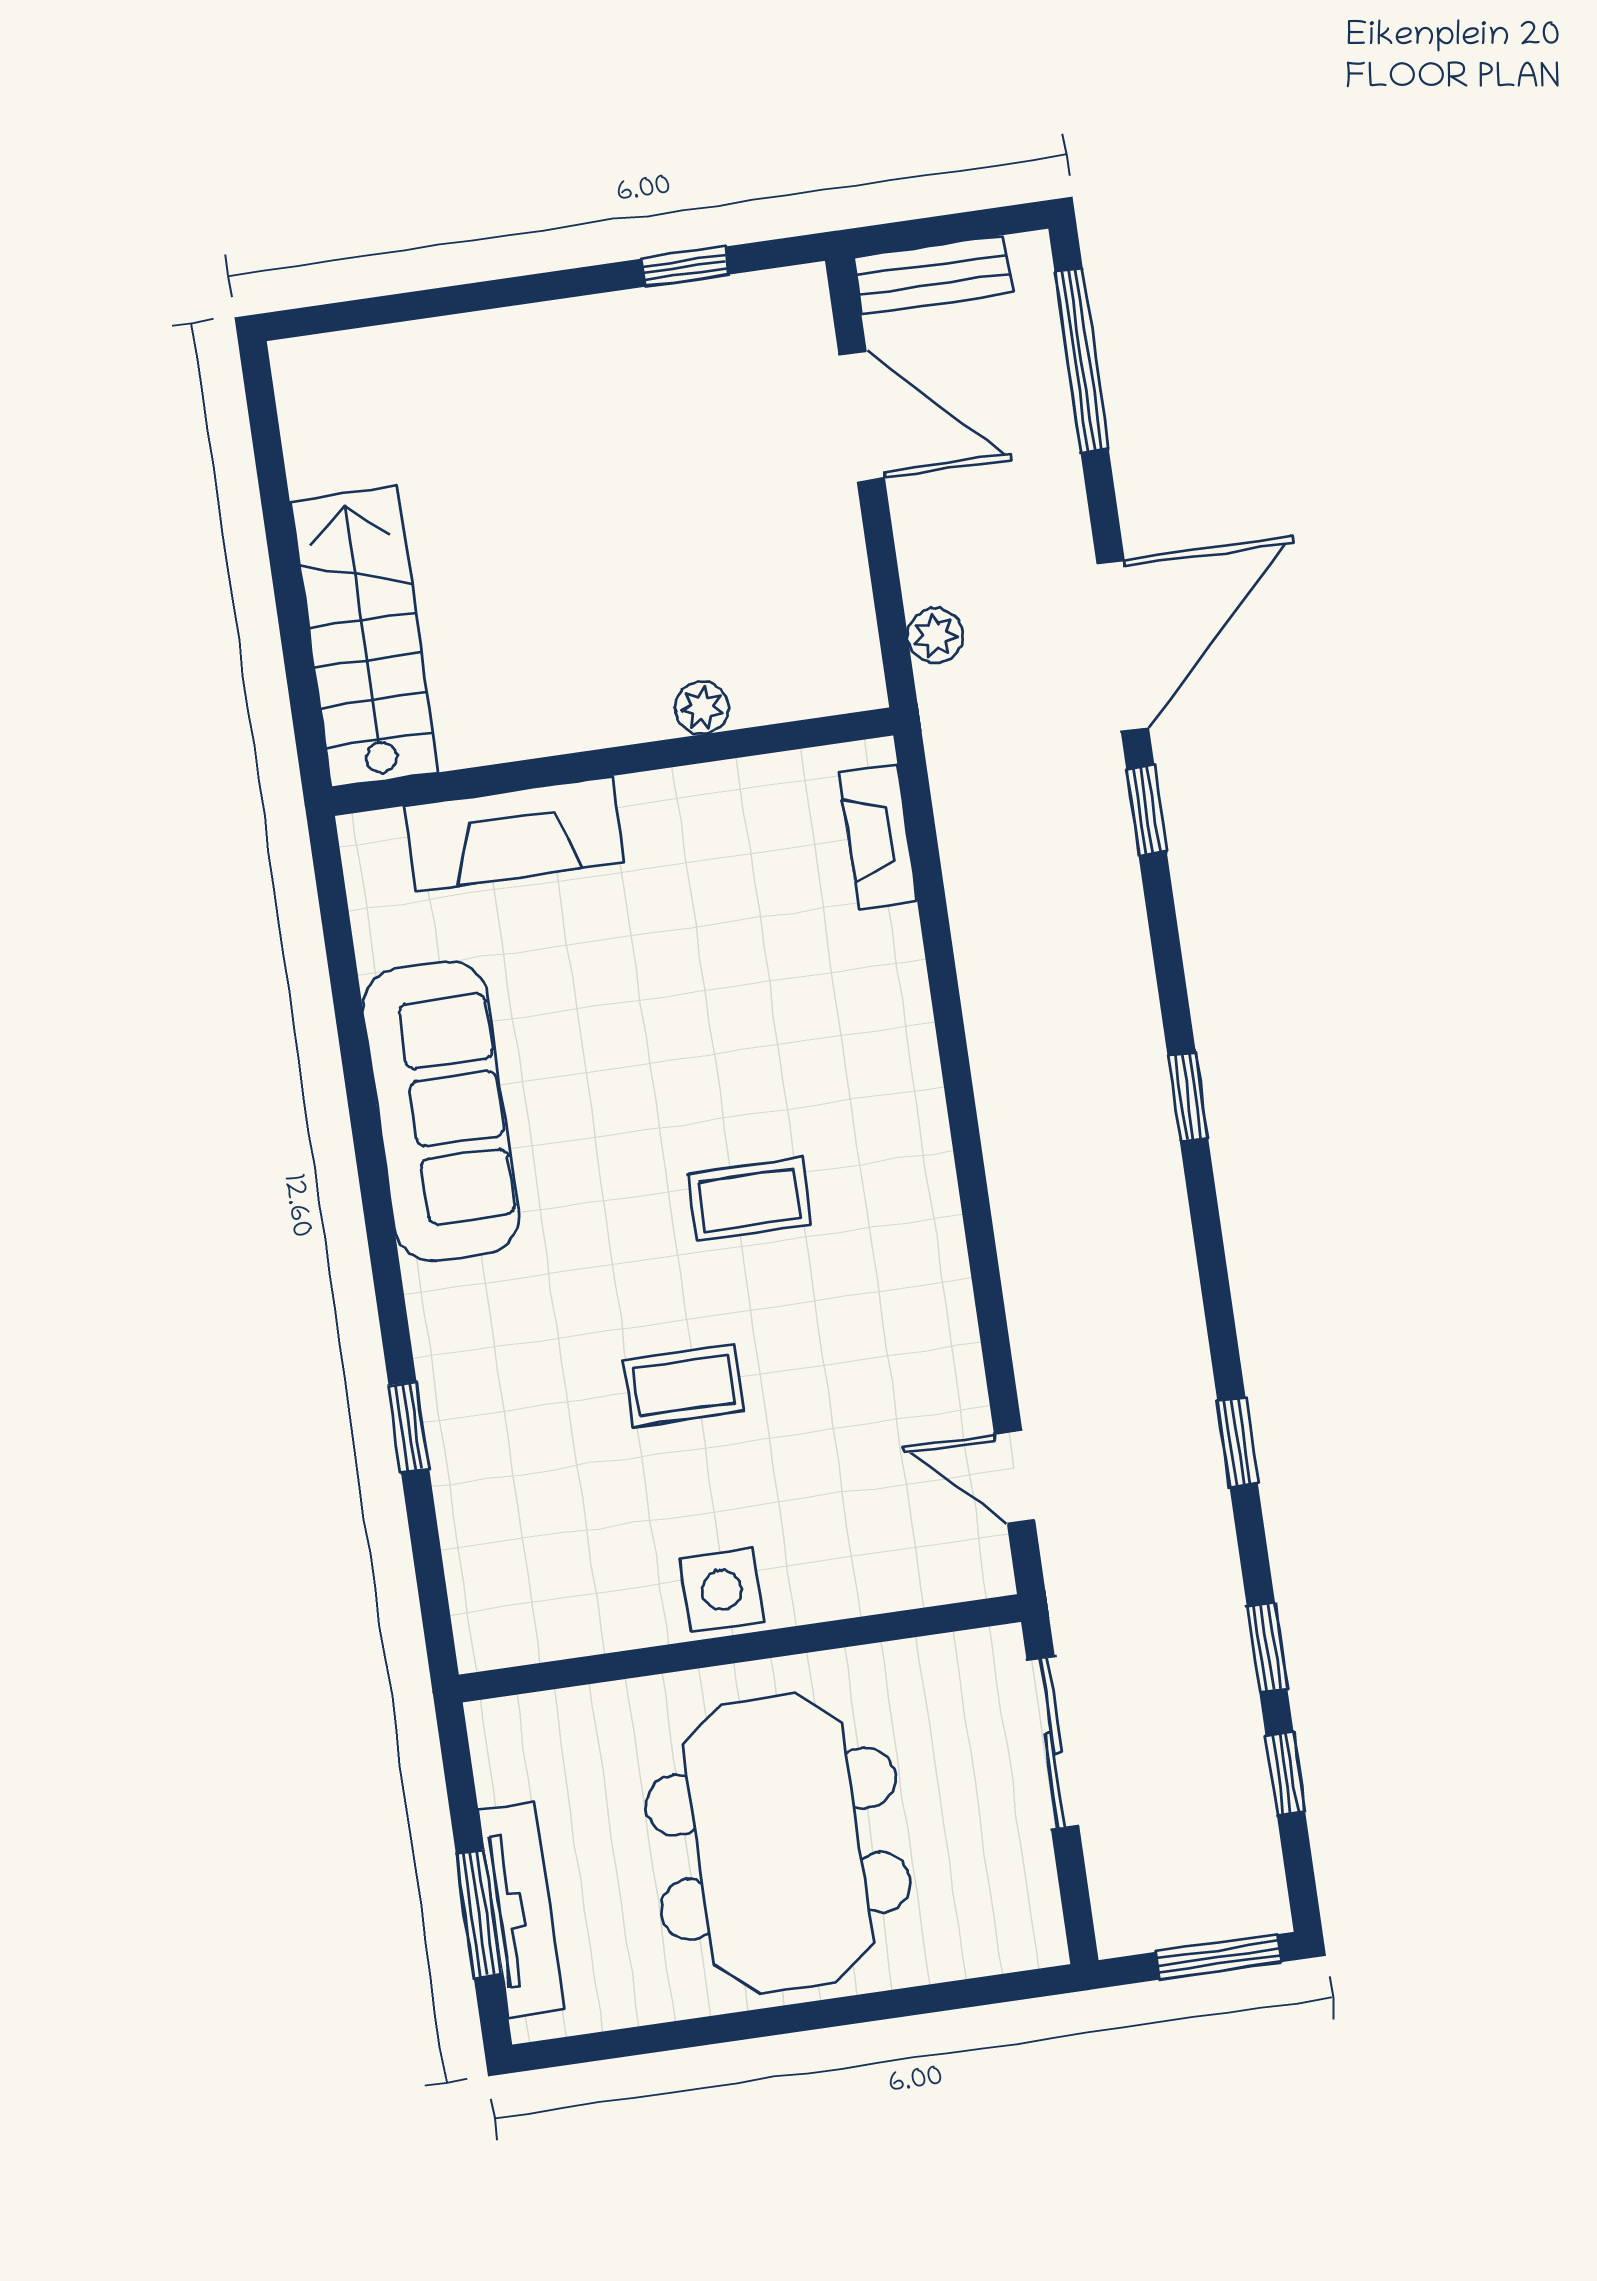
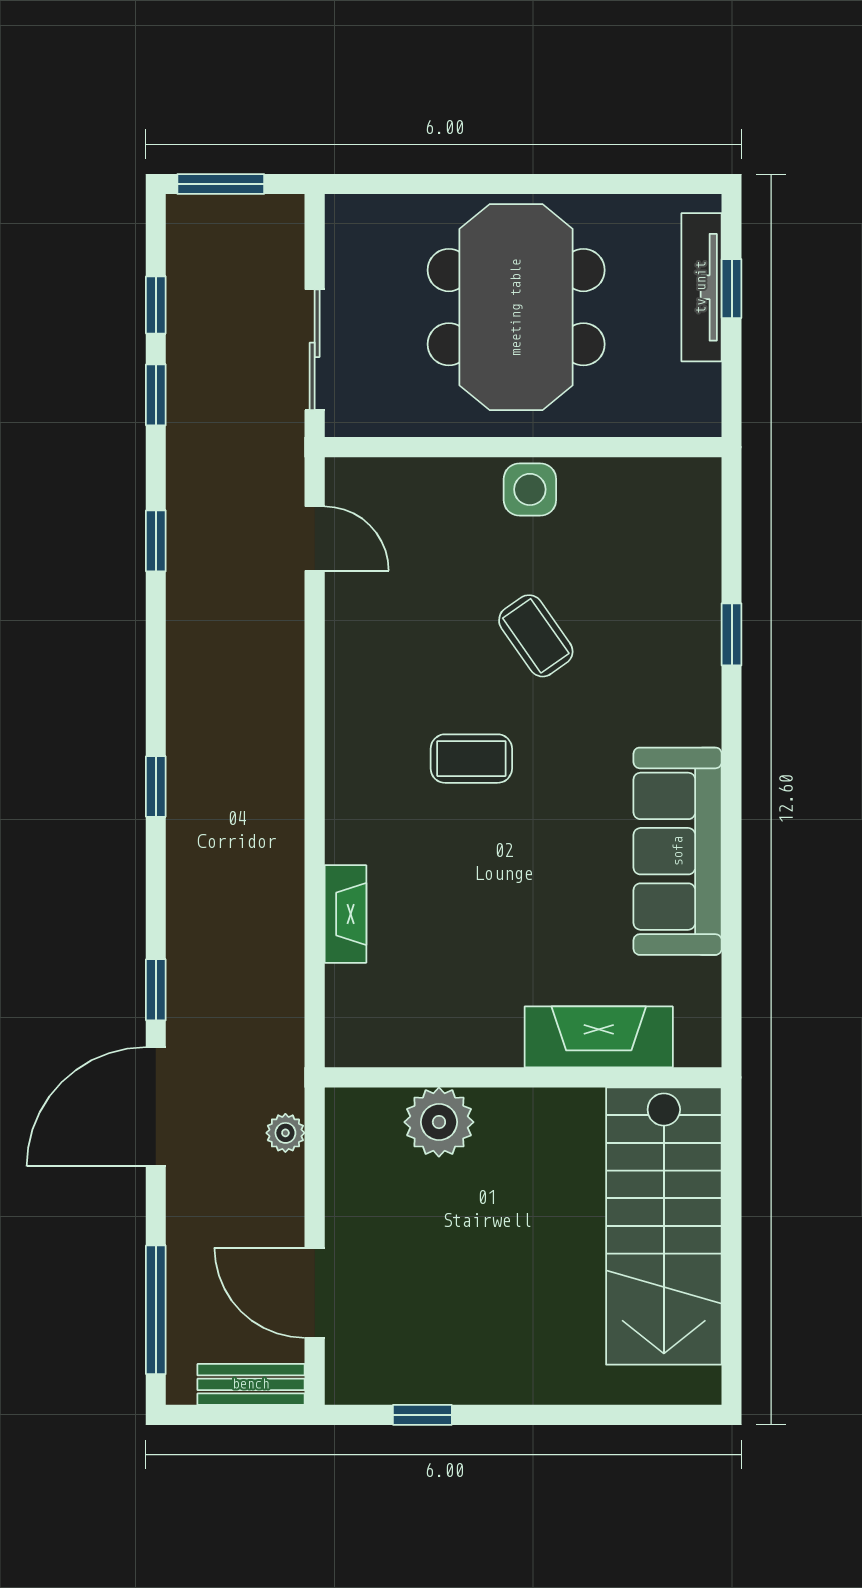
stairs: (364, 637) -> (664, 1226), width x1.36, depth x1.51
plant: (702, 708) -> (439, 1122), width x1.87, depth x1.87
fireplace: (878, 837) -> (345, 914), moved
coffee table: (684, 1385) -> (536, 636), turned 55
window: (479, 1913) -> (732, 289), width x0.67

